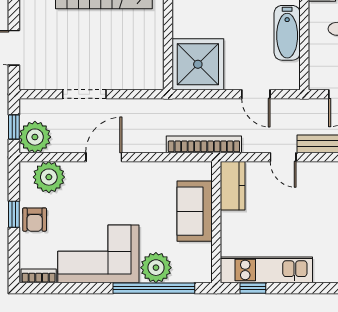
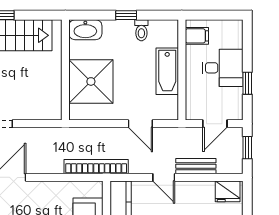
shower: (198, 64) -> (91, 81), moved

